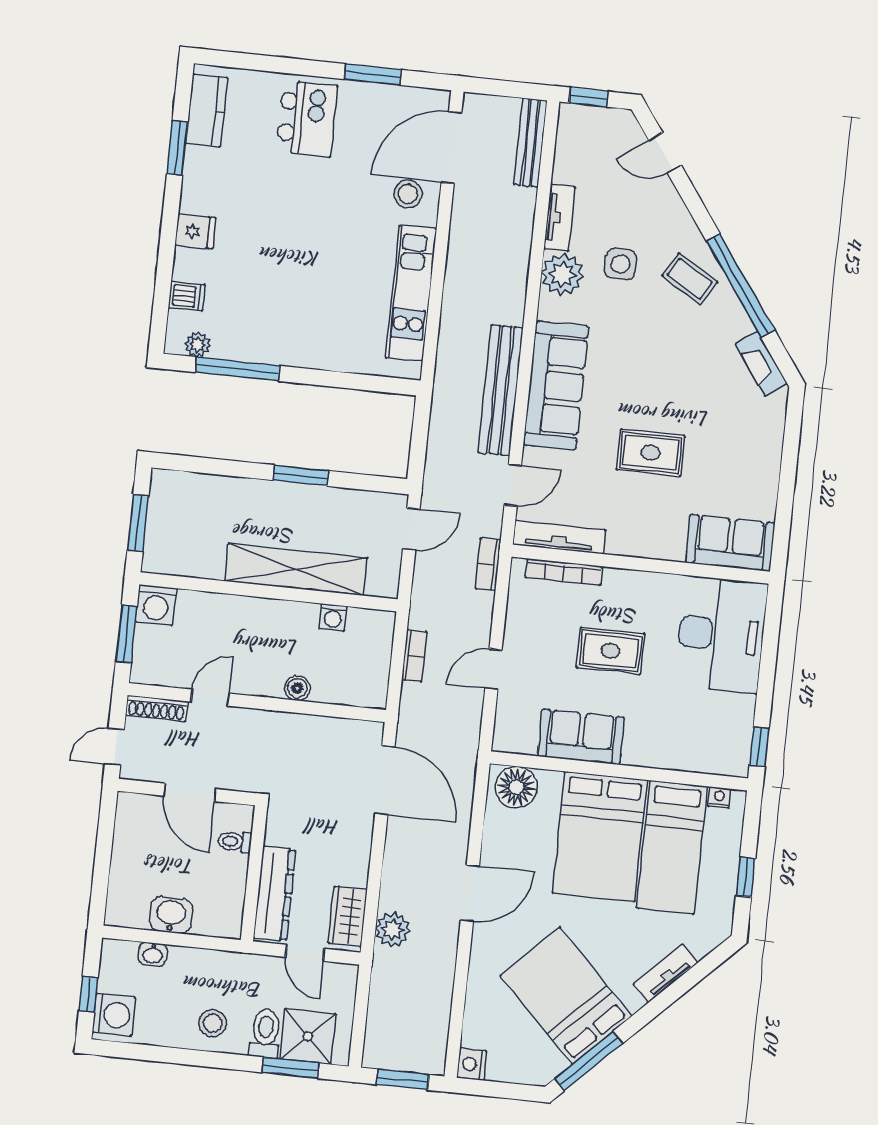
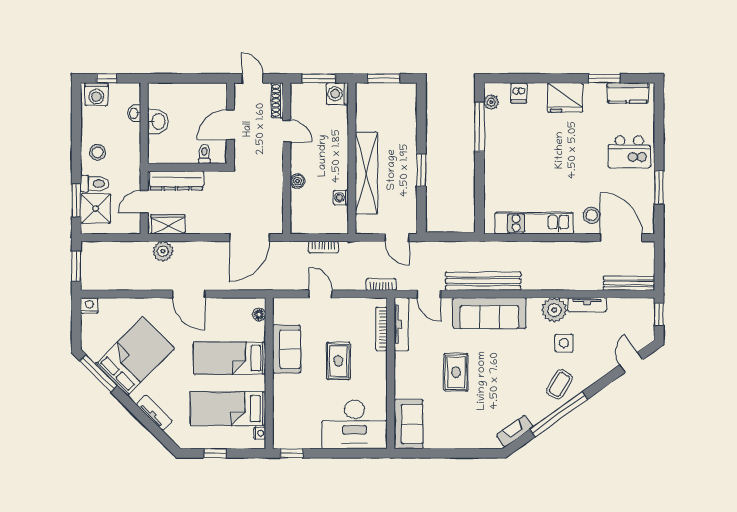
fridge: (195, 231) -> (565, 98), width x1.88, depth x1.34
floor lamp: (516, 787) -> (259, 315), width x0.53, depth x0.53
bed: (600, 837) -> (230, 358), width x0.67

